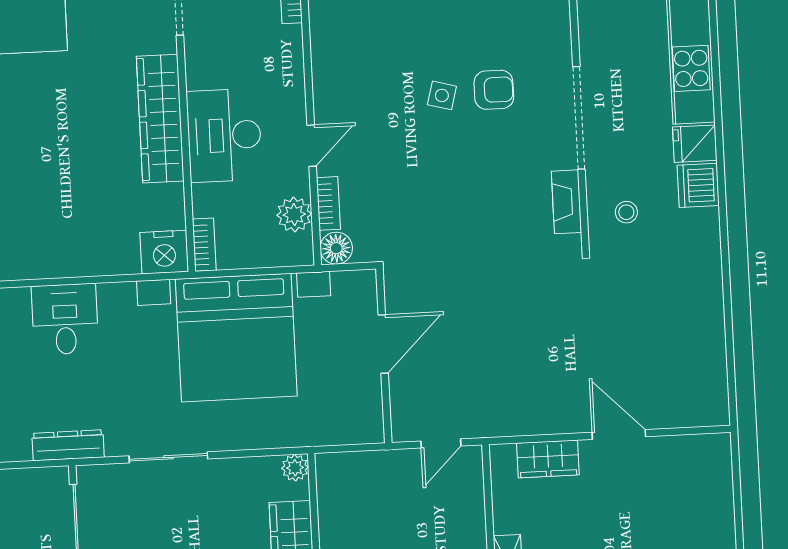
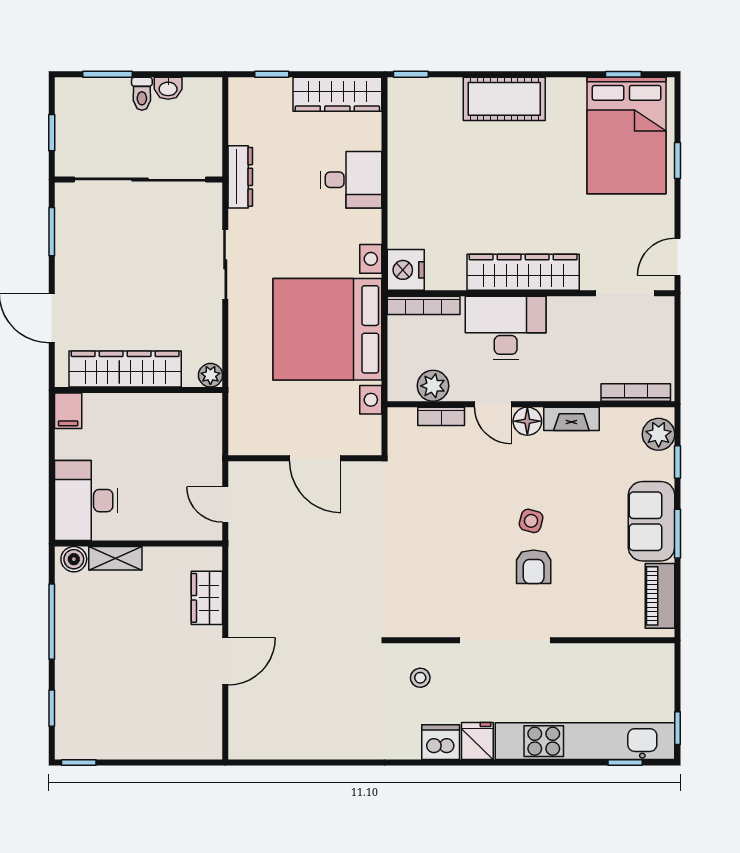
fireplace: (566, 202) -> (571, 419), moved, turned 180
bookcase: (204, 245) -> (424, 305), width x1.56
floor lamp: (336, 248) -> (527, 421), moved

